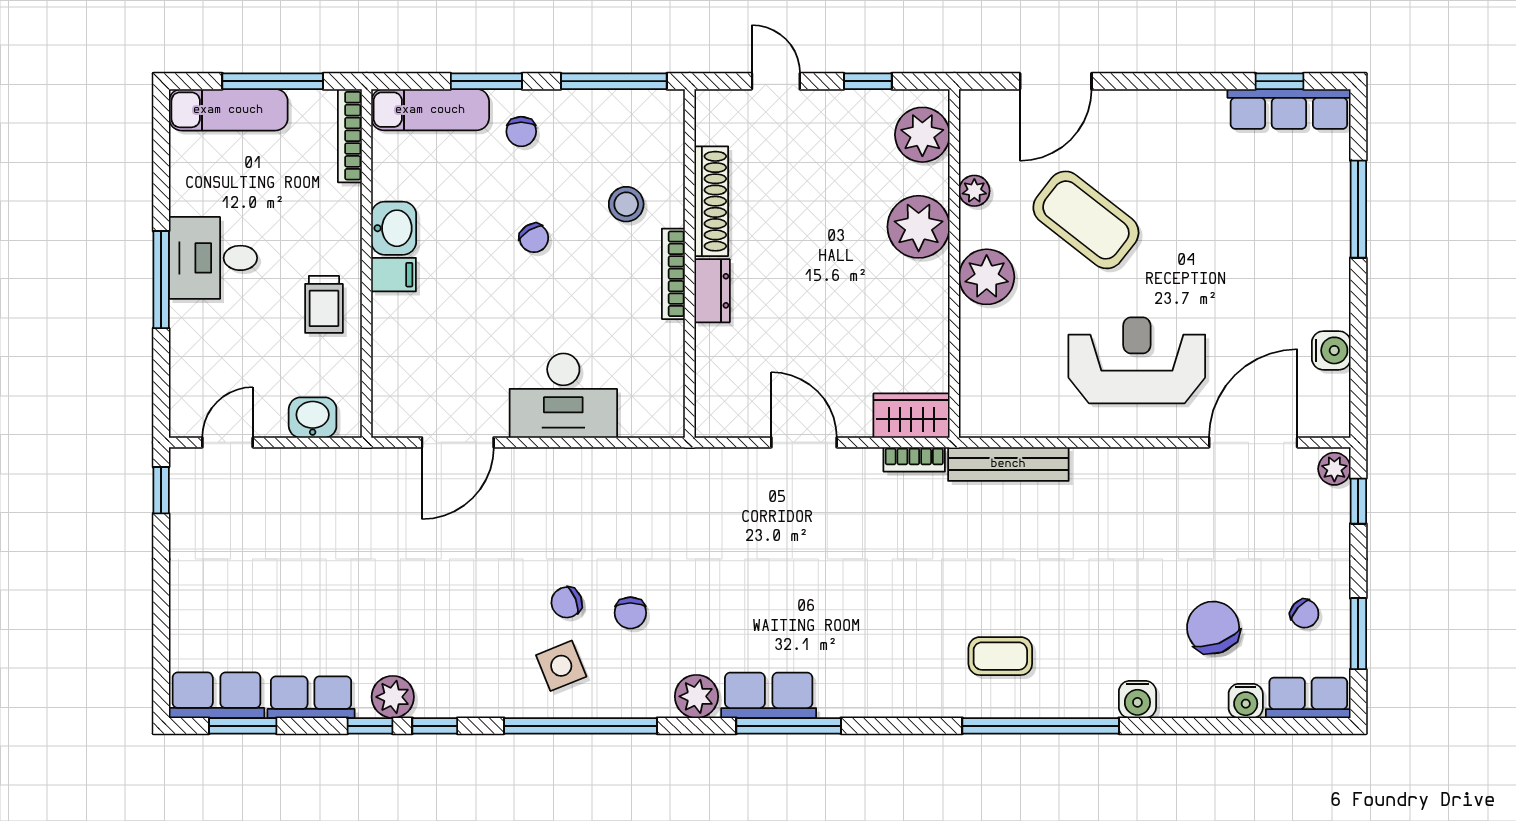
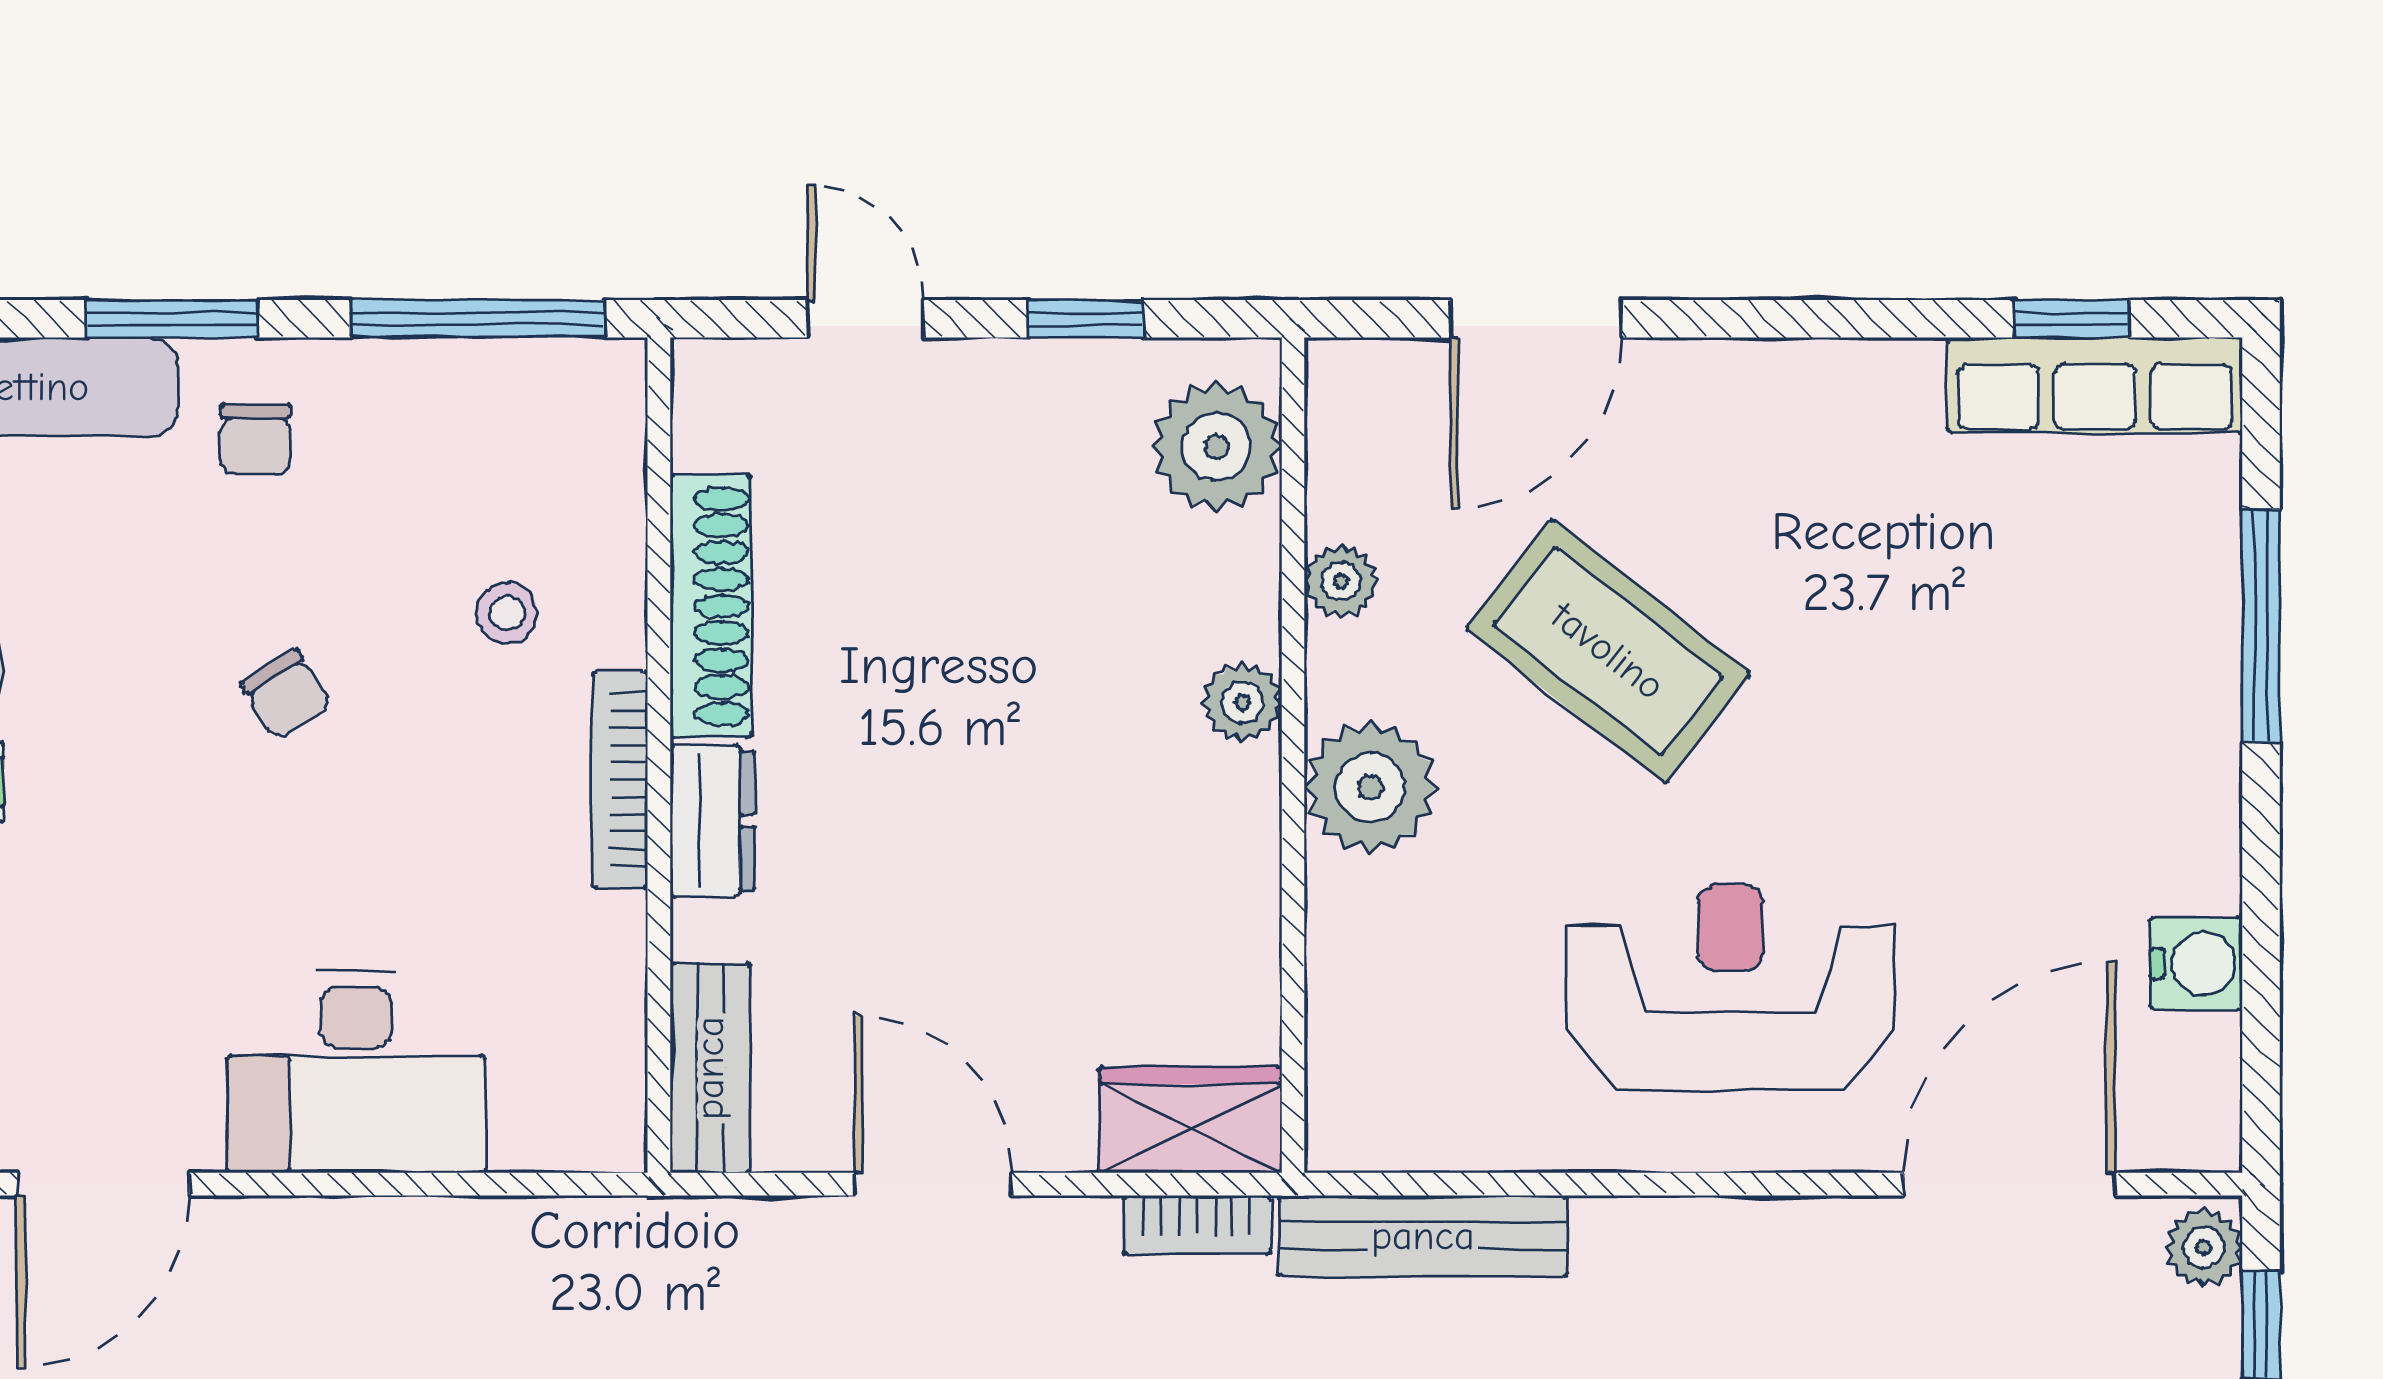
stool: (626, 204) -> (507, 613), width x0.73, depth x0.73
plant: (919, 227) -> (1242, 702), width x0.53, depth x0.53
bench: (711, 394) -> (710, 1068), added

